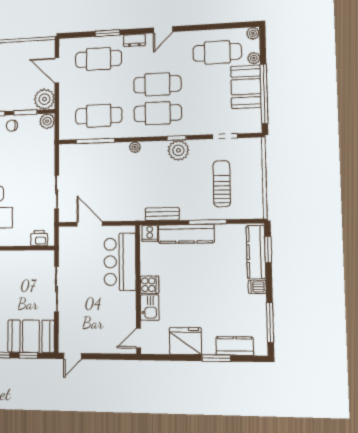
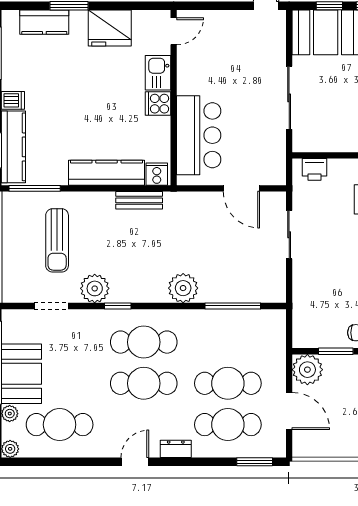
window: (108, 33) -> (255, 462), moved
cafe table: (99, 116) -> (228, 383), moved
plant: (47, 121) -> (303, 337), removed
plant: (135, 147) -> (183, 288), width x1.88, depth x1.88
plant: (178, 150) -> (95, 288), moved
window: (208, 222) -> (35, 188), moved

